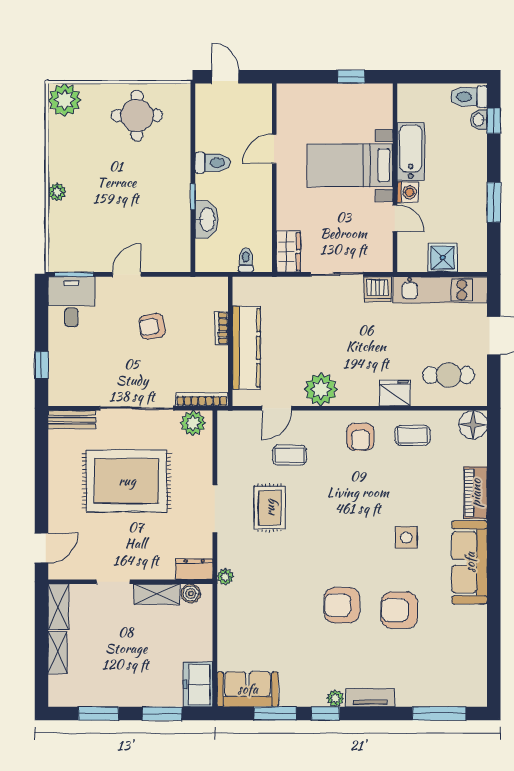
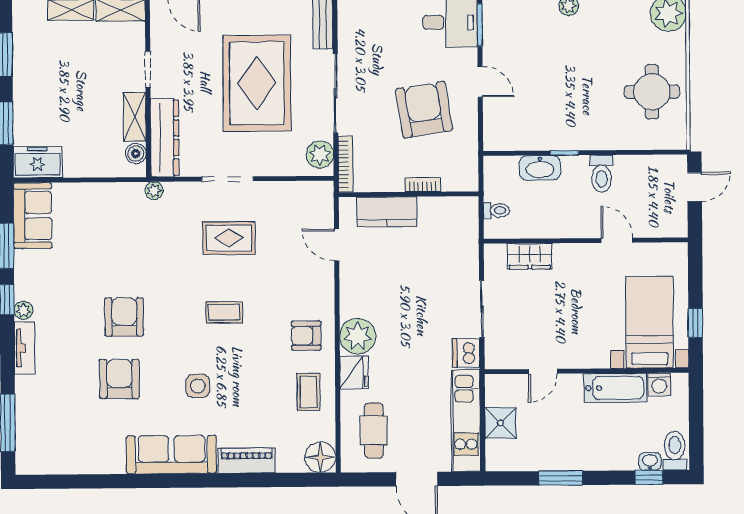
bed with nightstands: (350, 165) -> (649, 322), moved
washing machine: (408, 192) -> (659, 384), moved
wardrobe: (288, 252) -> (530, 256), moved
armchair: (152, 326) -> (424, 110), width x1.88, depth x1.88
kitchen counter: (246, 348) -> (387, 212), width x0.67
plant: (321, 389) -> (358, 336), moved
coffee table: (290, 455) -> (224, 312), moved, turned 90
dresser: (194, 569) -> (165, 138), width x1.96, depth x1.24

